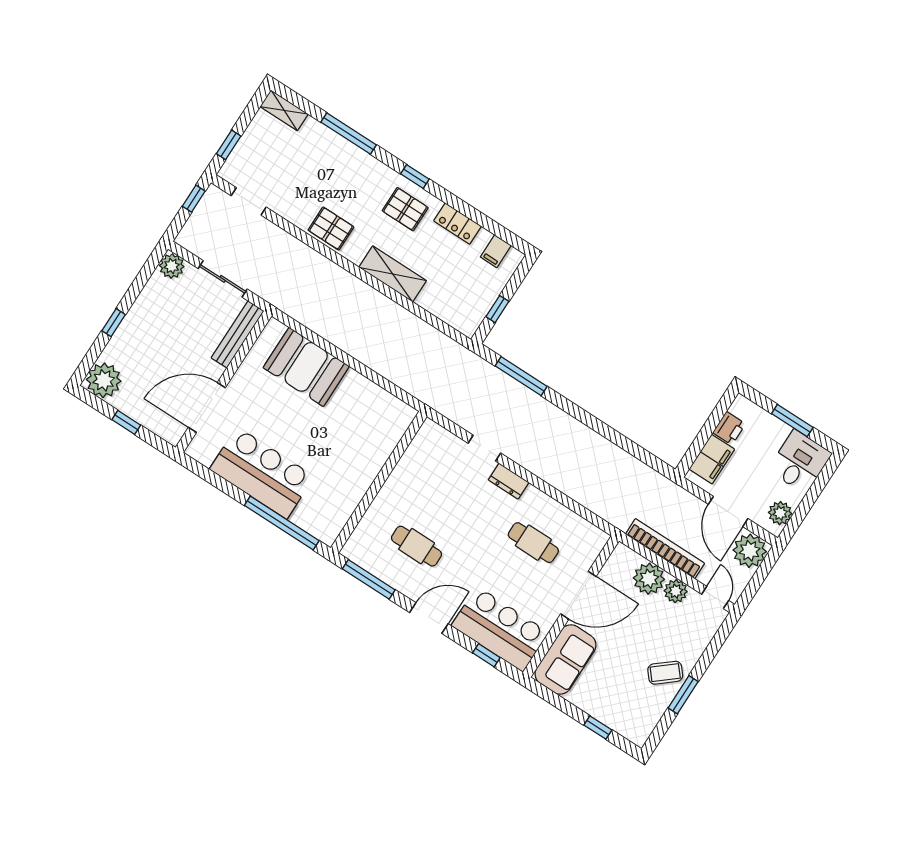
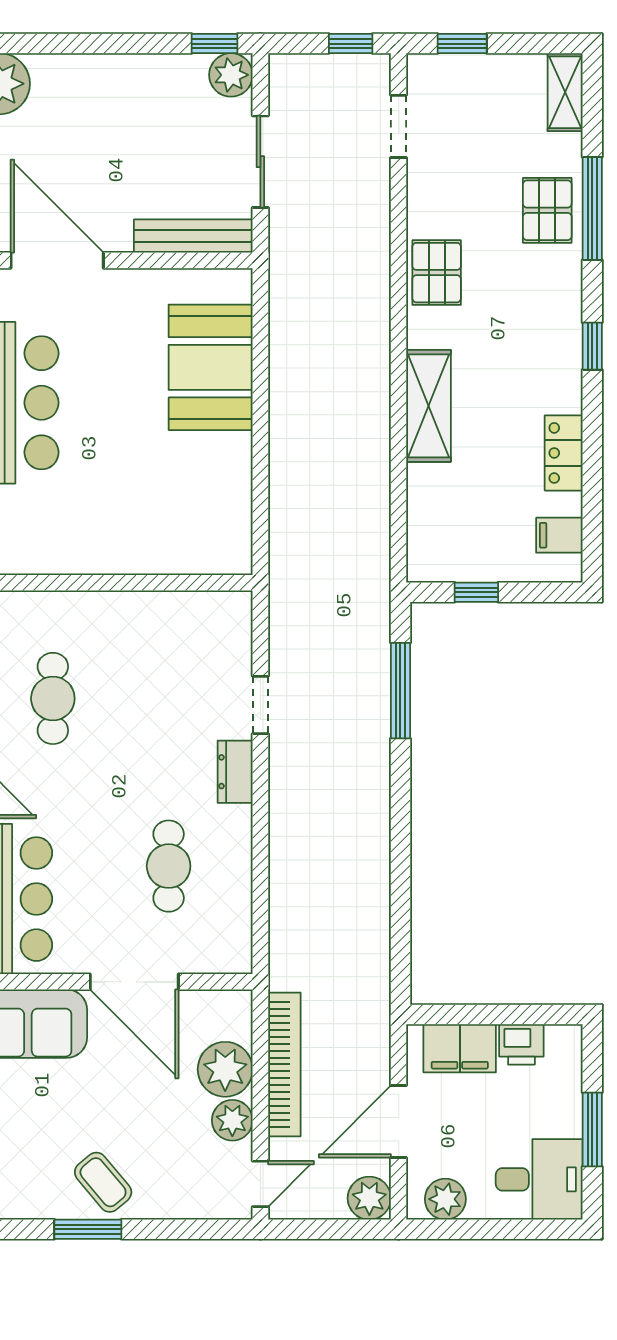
pallet: (405, 209) -> (547, 210), moved
window: (114, 323) -> (214, 44), moved
plant: (750, 551) -> (369, 1198), width x0.73, depth x0.73

